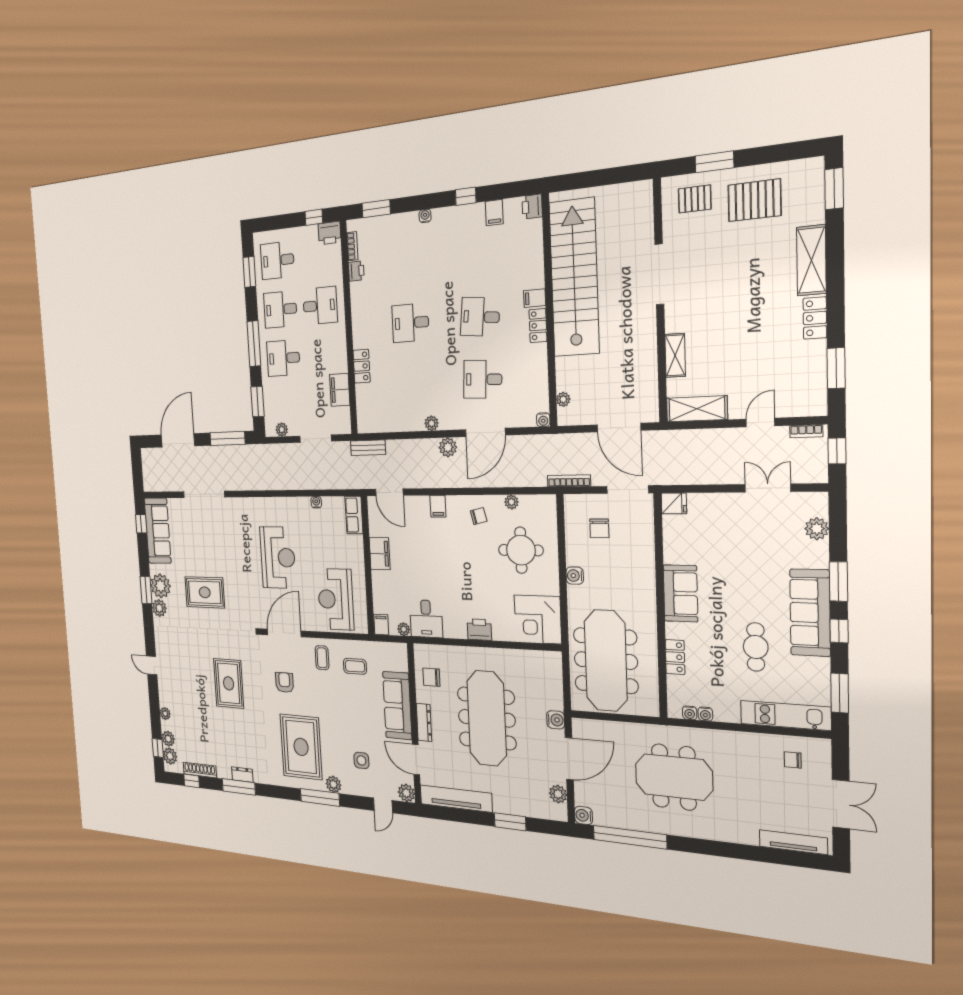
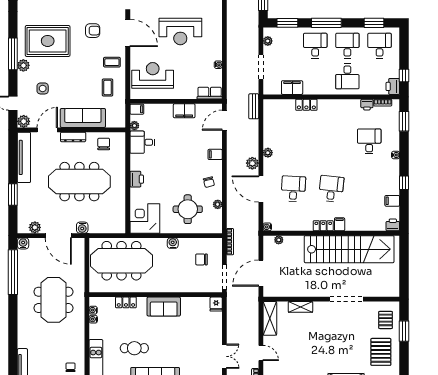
desk: (410, 323) -> (369, 141), moved

